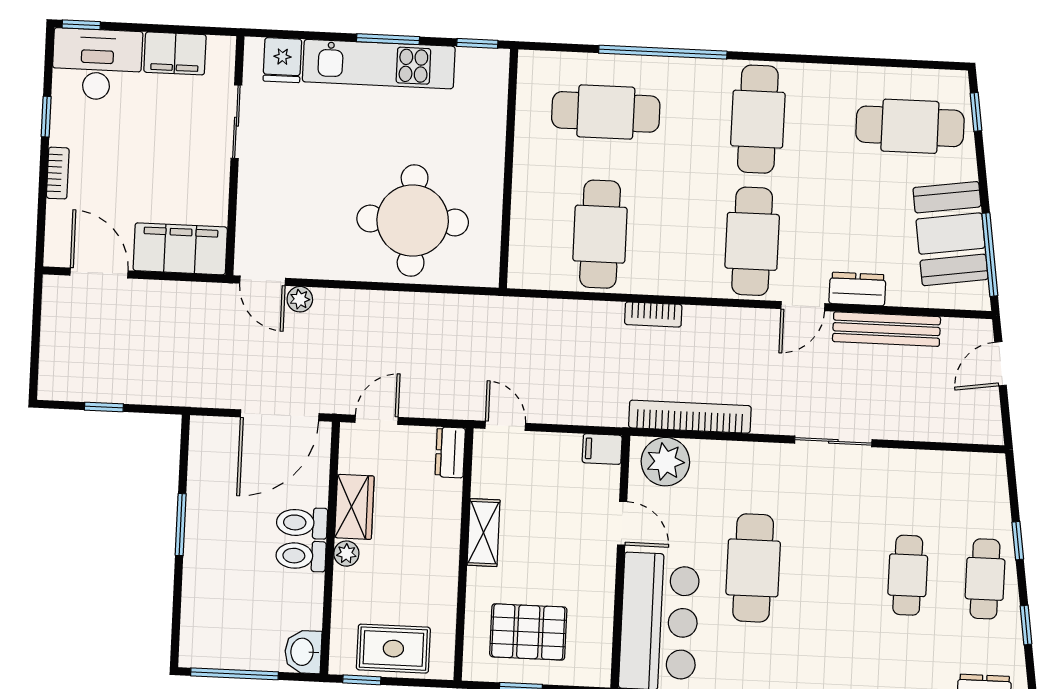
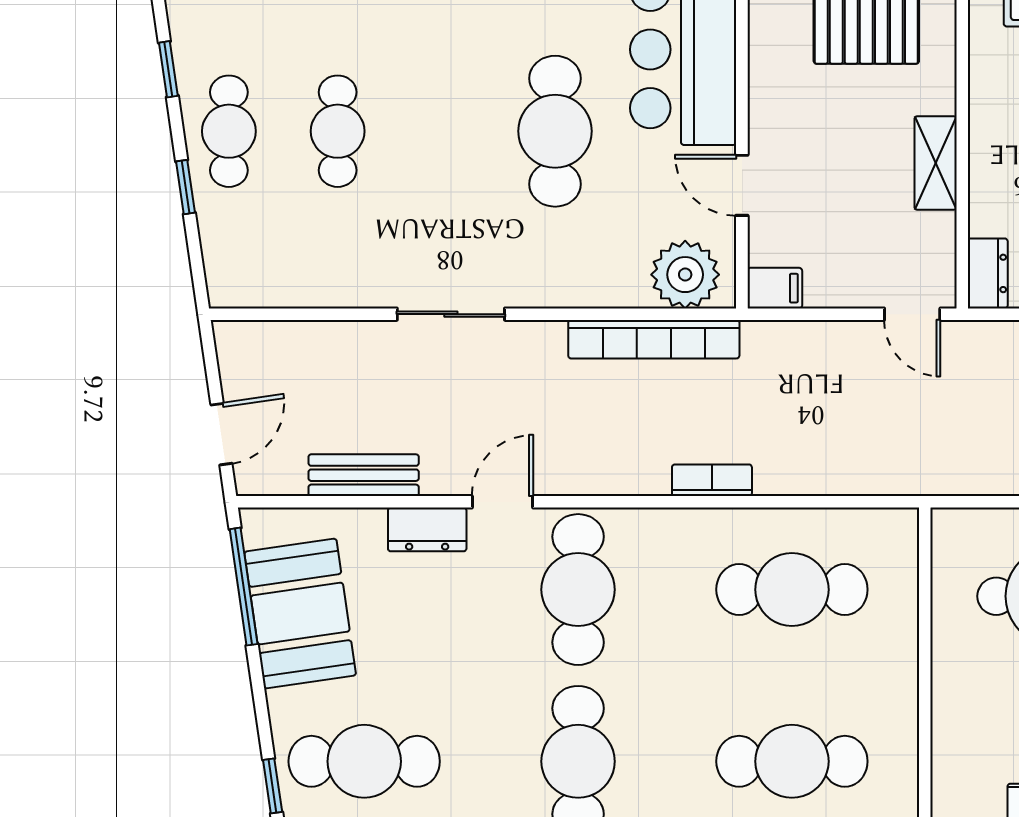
cafe table: (600, 234) -> (792, 590), turned 90
bench: (886, 329) -> (364, 475), width x0.73

